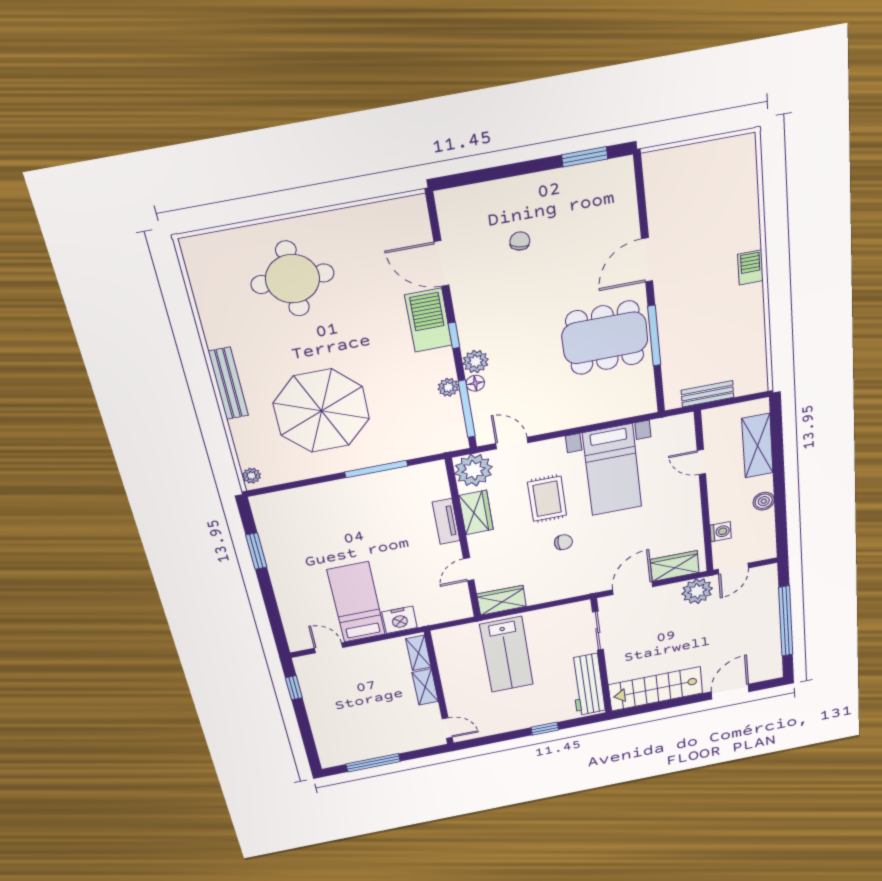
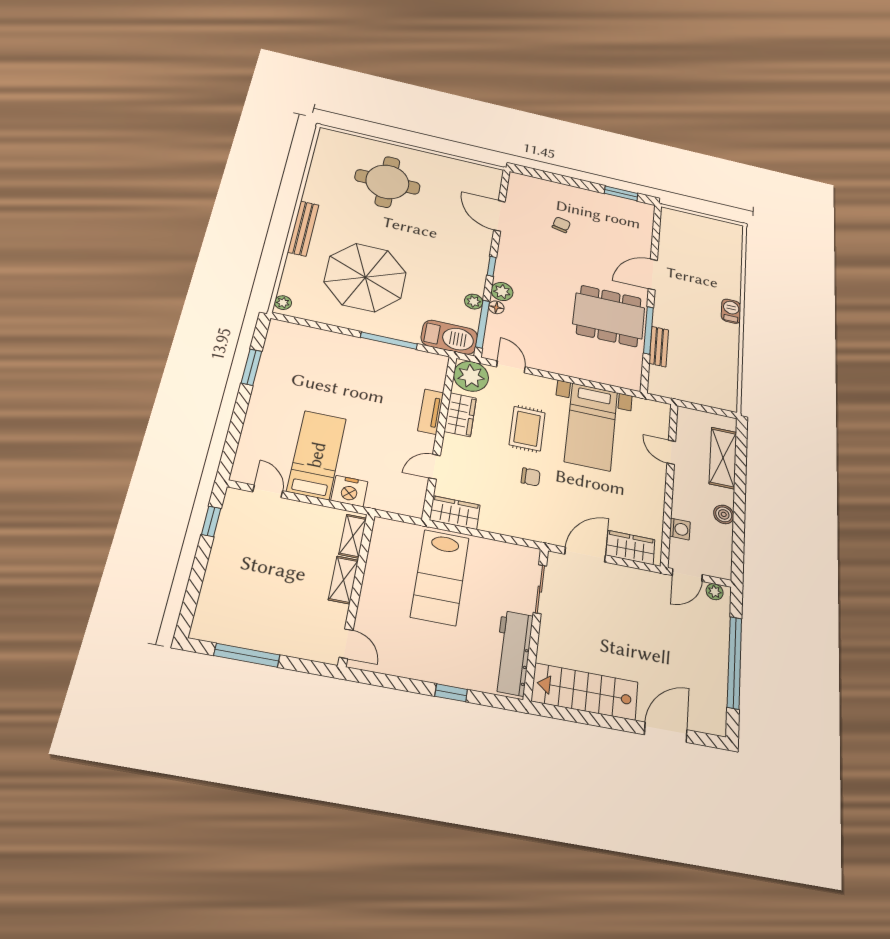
barbecue: (428, 320) -> (449, 337), moved, turned 90
bench: (707, 394) -> (659, 347), moved, turned 90
plant: (697, 591) -> (715, 592), moved, width x0.53, depth x0.53

